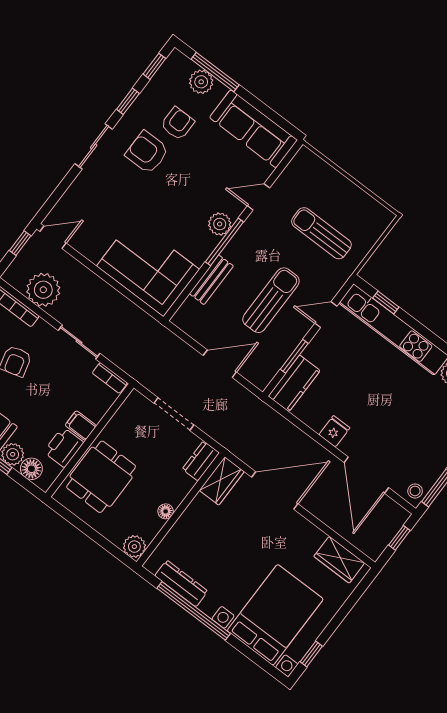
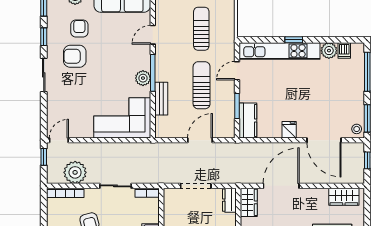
plant: (220, 224) -> (143, 78), moved
sun lounger: (321, 233) -> (201, 29), turned 90
window: (386, 303) -> (294, 40), moved

